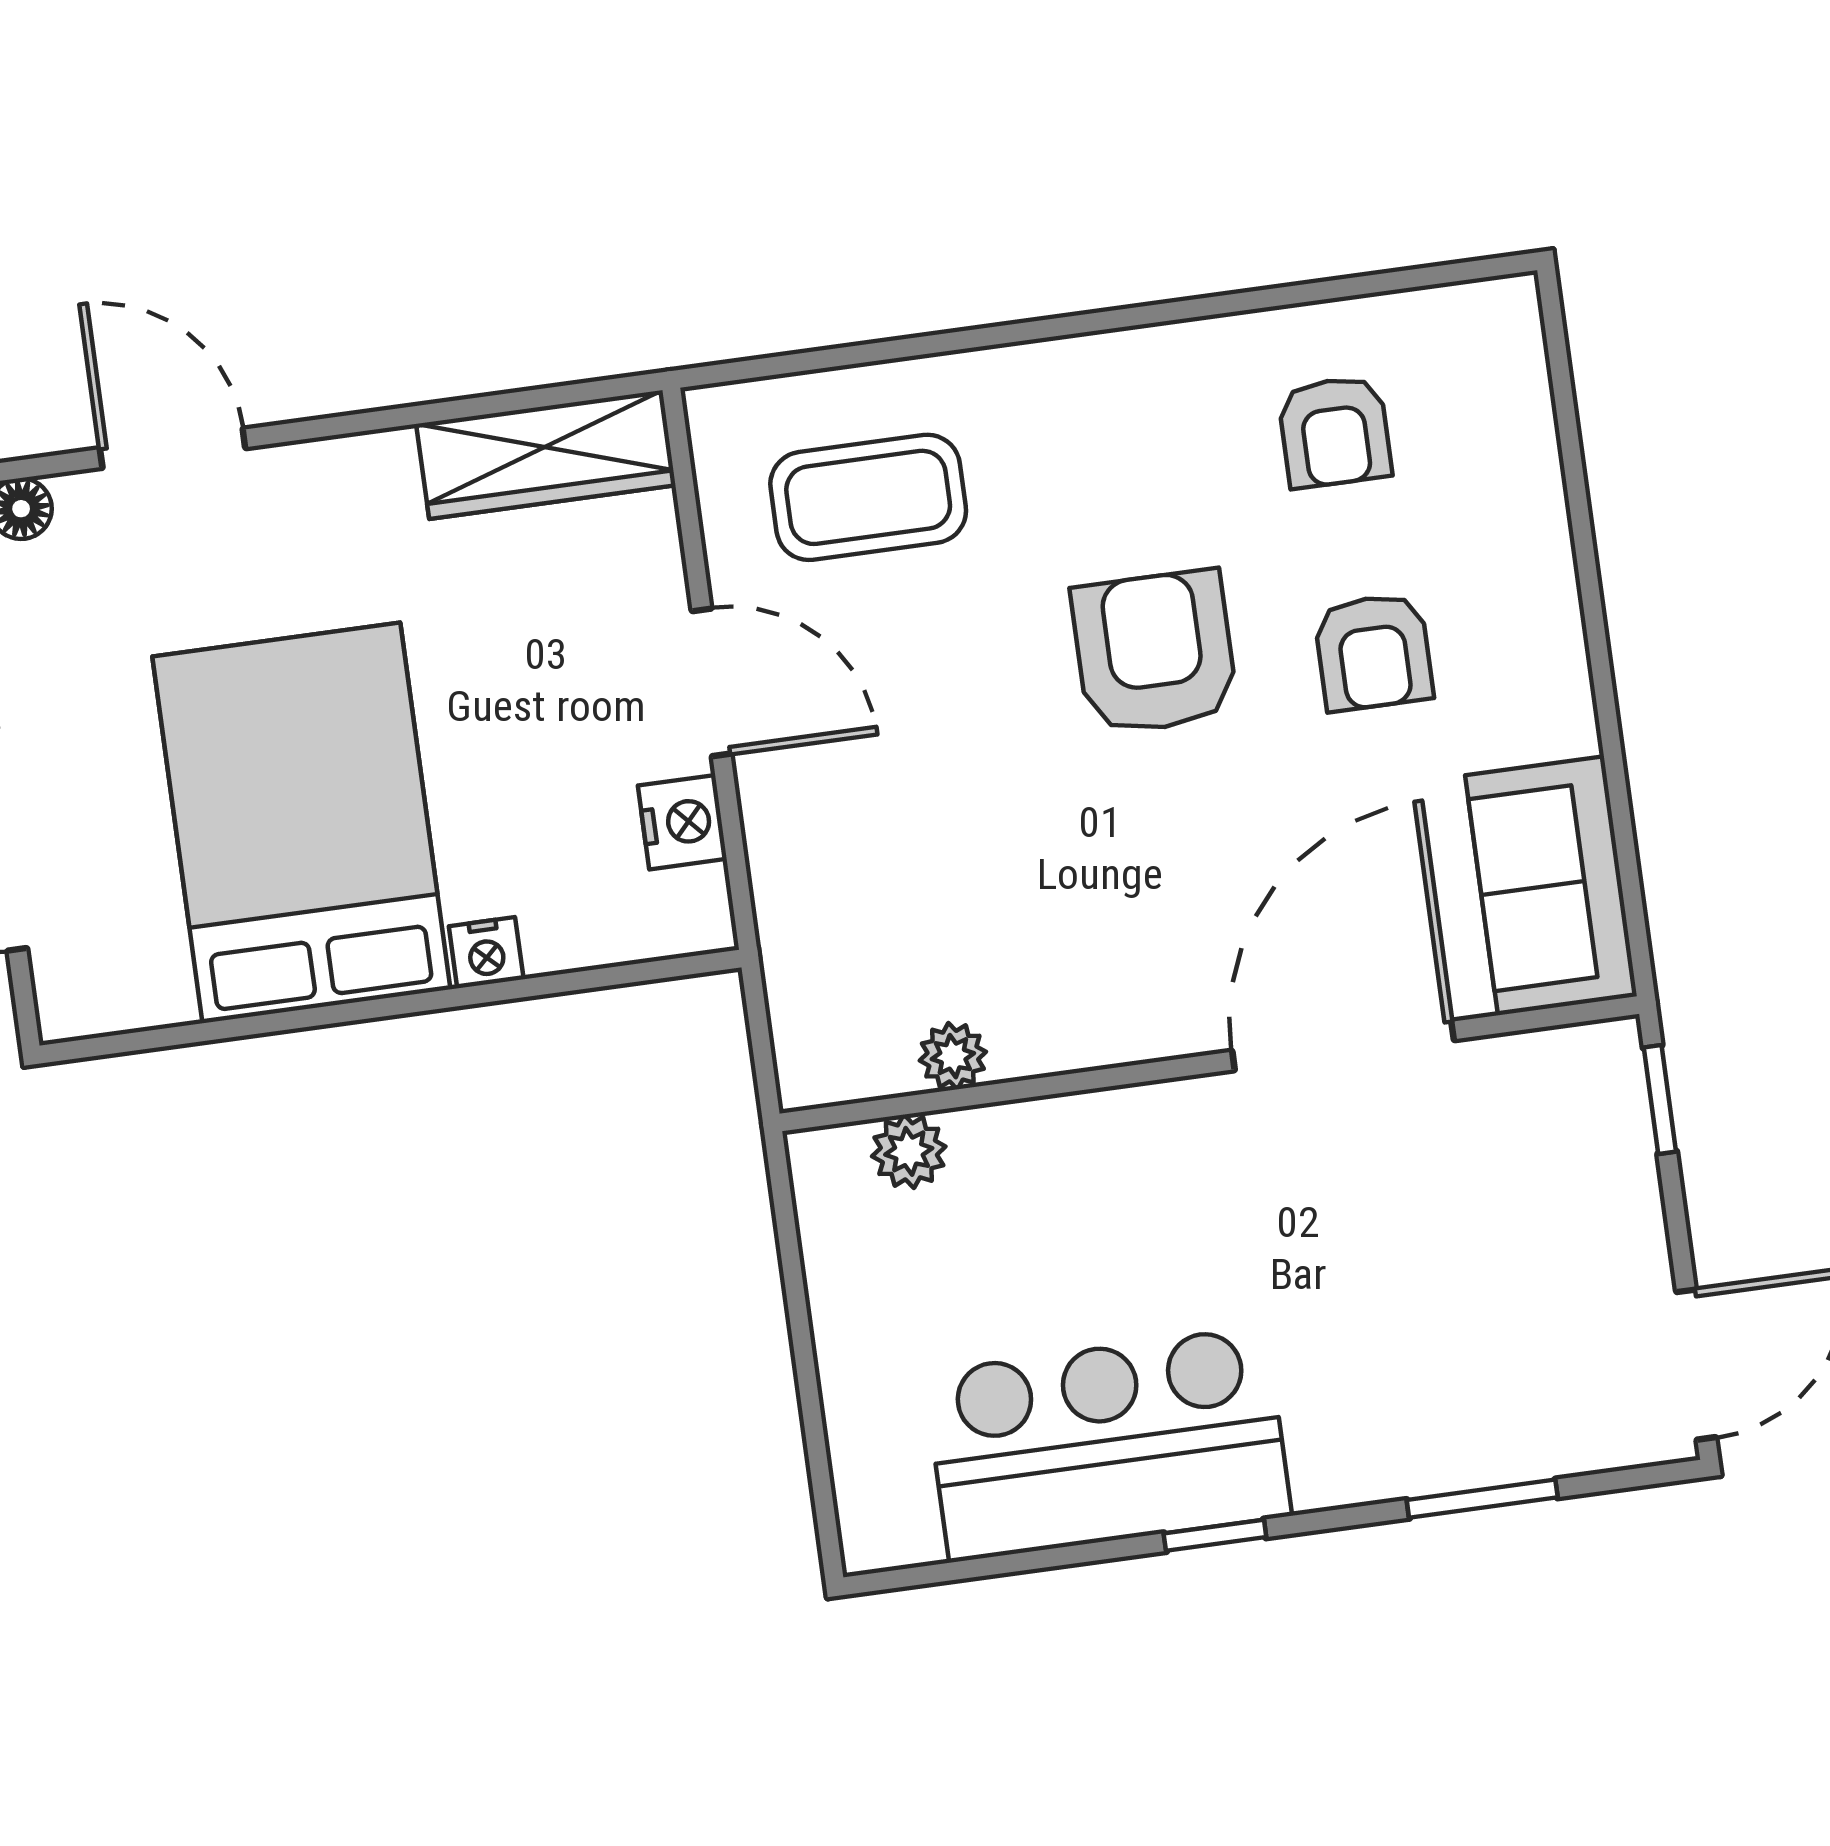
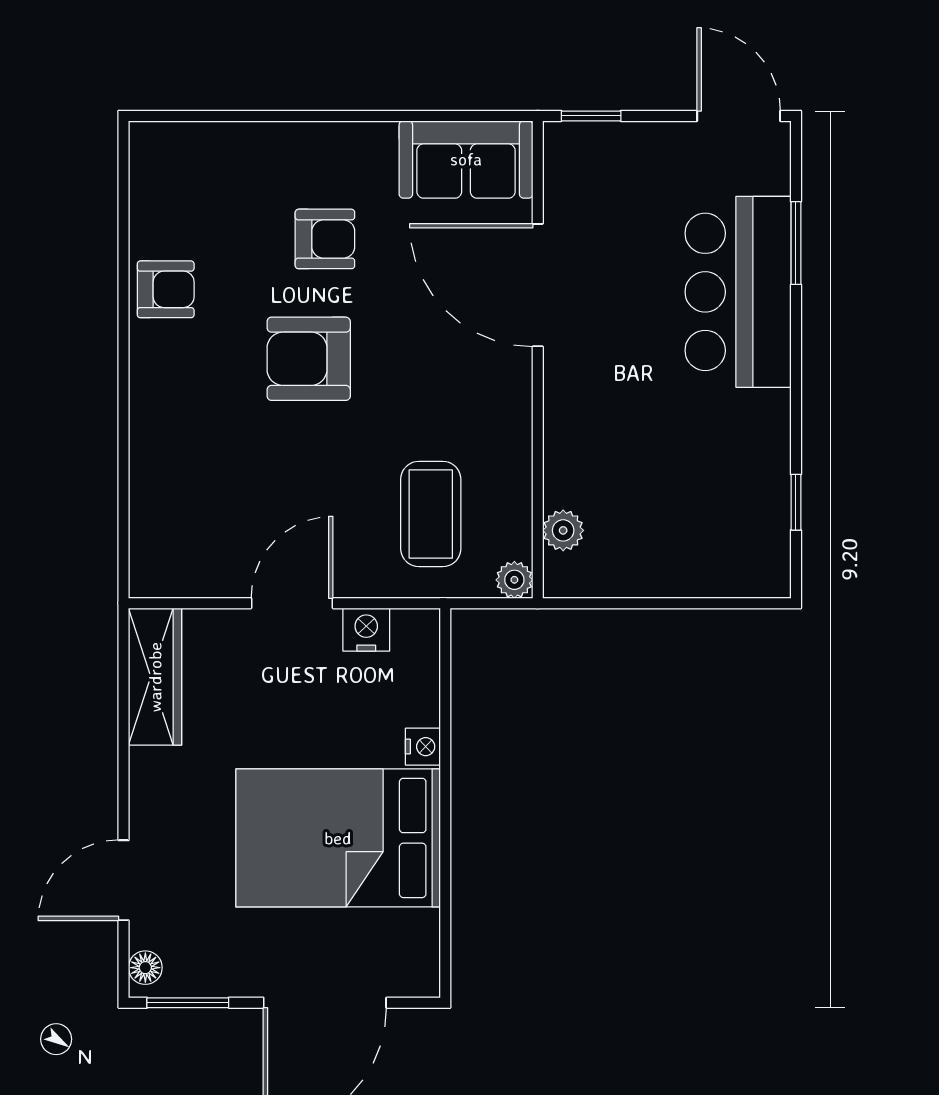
armchair: (1335, 432) -> (166, 289), moved
coffee table: (868, 497) -> (431, 514), moved
plant: (953, 1056) -> (514, 580), moved
bar counter: (1108, 1444) -> (738, 292), moved
window: (1215, 1535) -> (796, 502), moved

